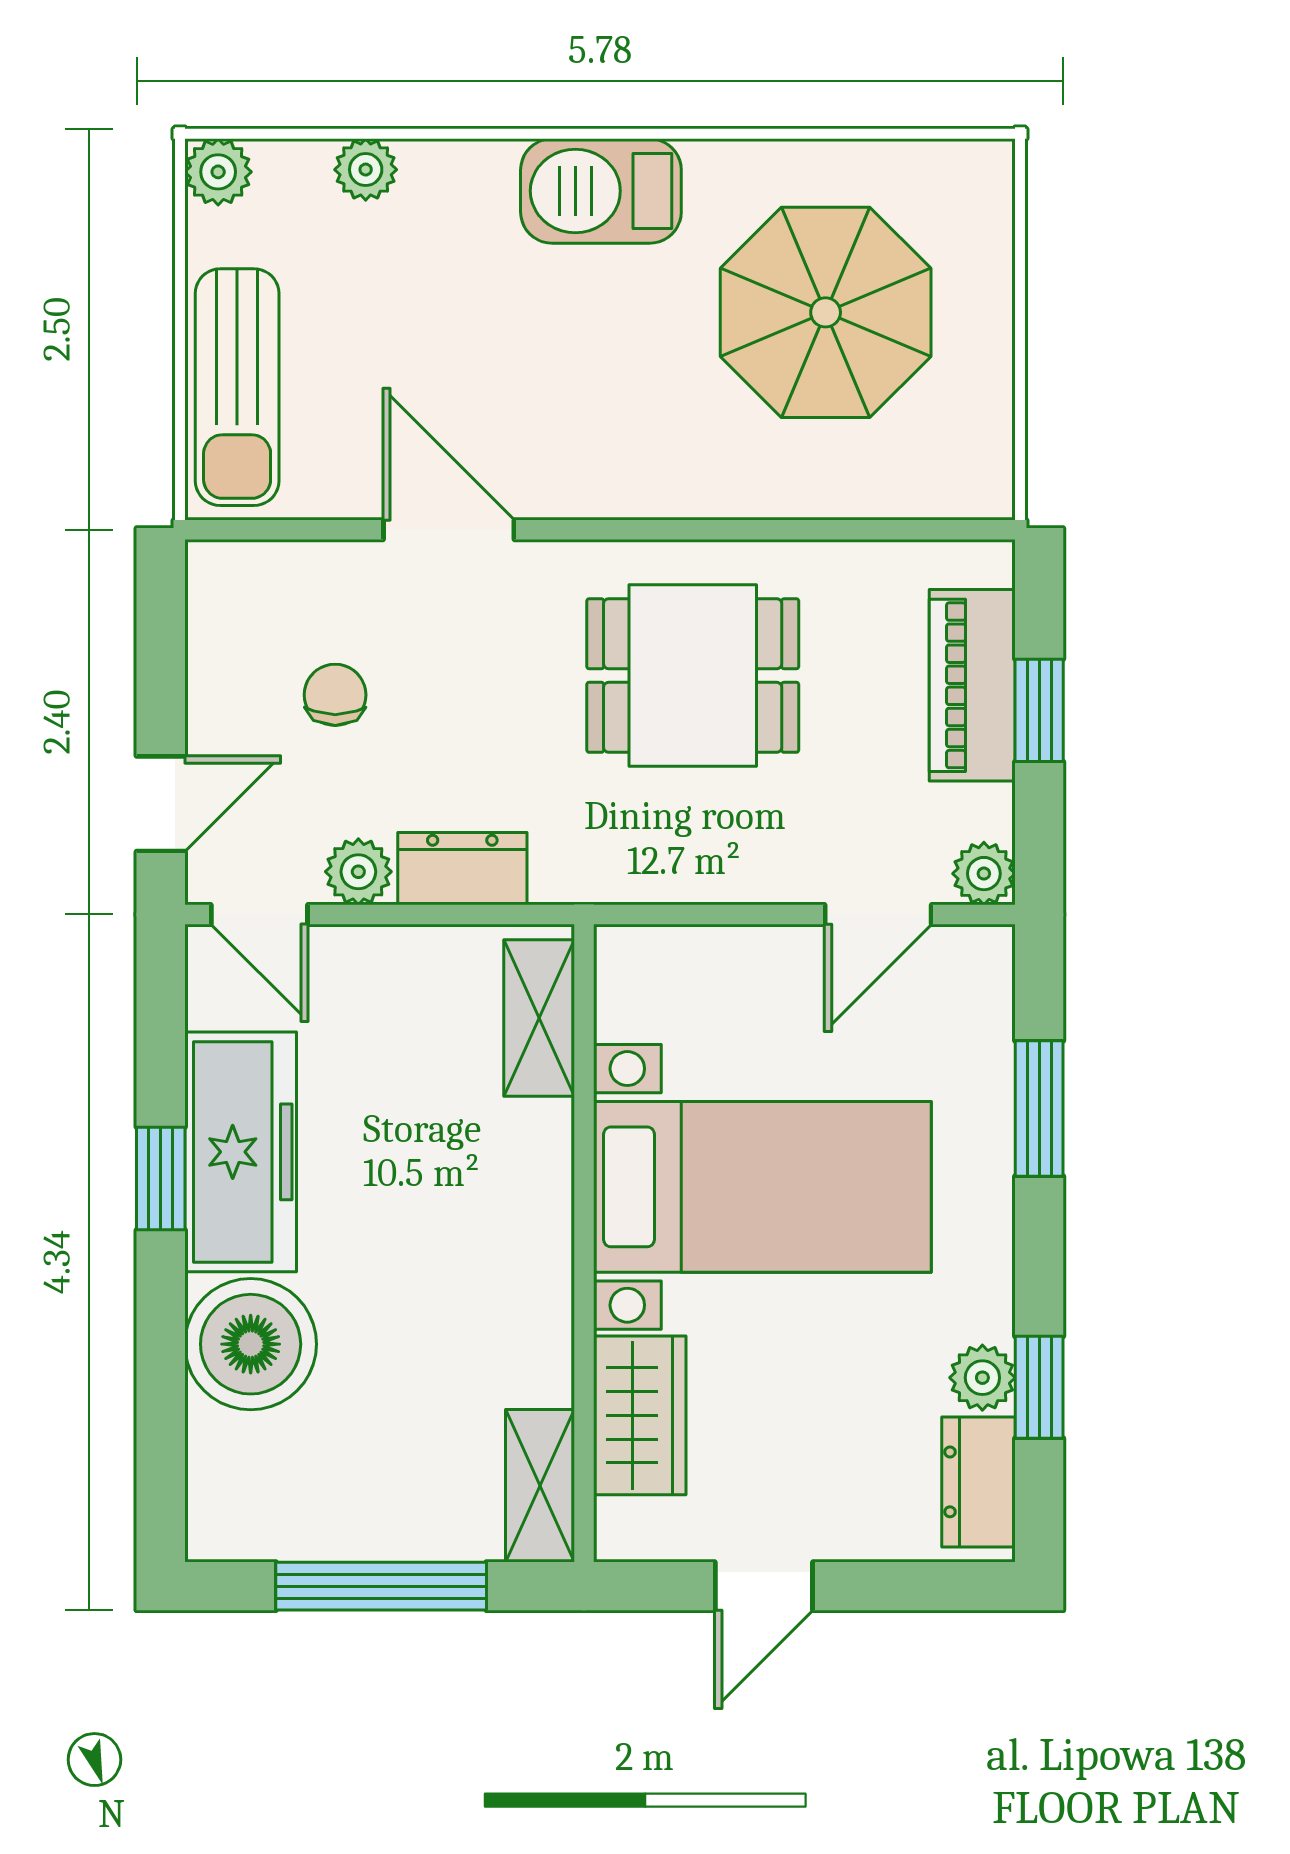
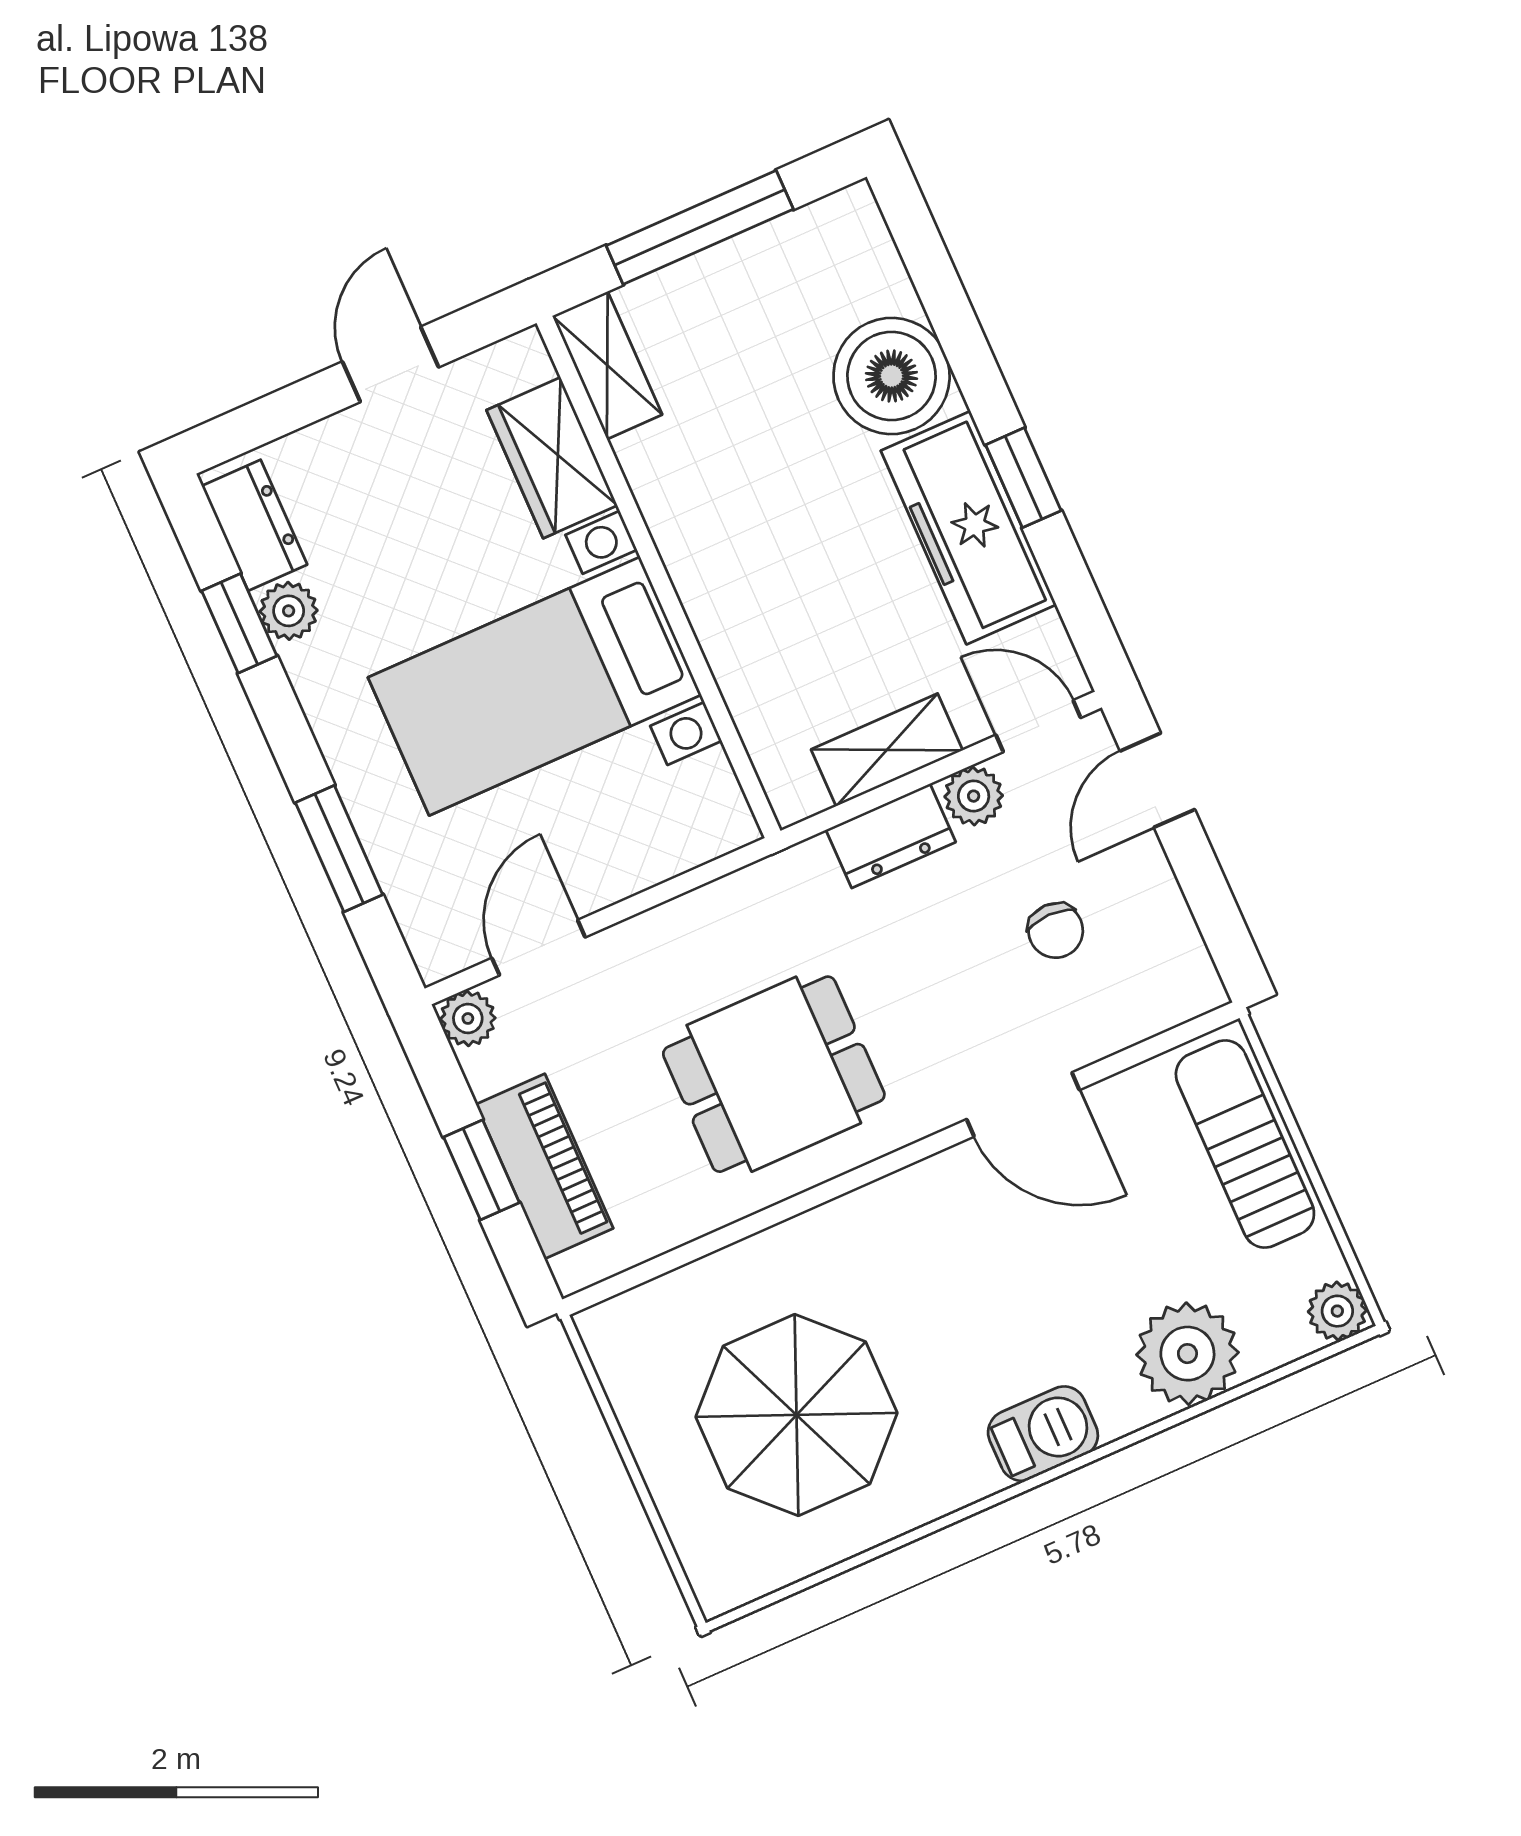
plant: (366, 170) -> (1187, 1354), width x1.87, depth x1.87
barbecue: (601, 191) -> (1043, 1434), width x0.73, depth x0.79
shelving: (539, 1018) -> (887, 750), moved, turned 90

